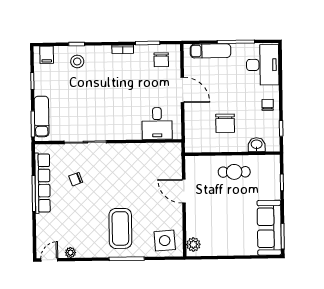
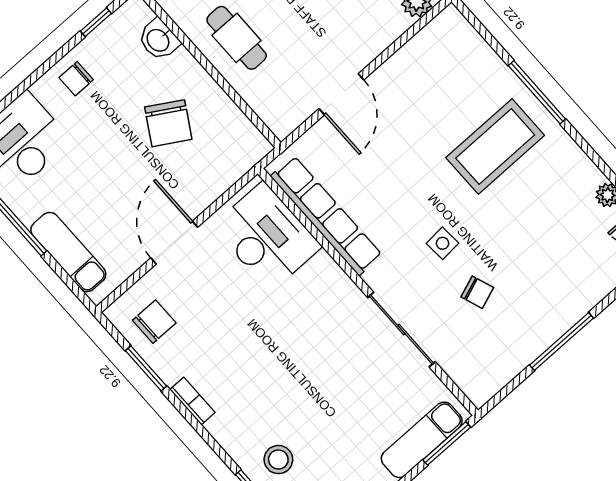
desk: (157, 123) -> (267, 237), width x1.37
chair: (225, 123) -> (168, 123), turned 121
row of seats: (43, 183) -> (326, 216), moved, turned 90
side table: (165, 241) -> (443, 243), moved, width x0.54, depth x0.54

